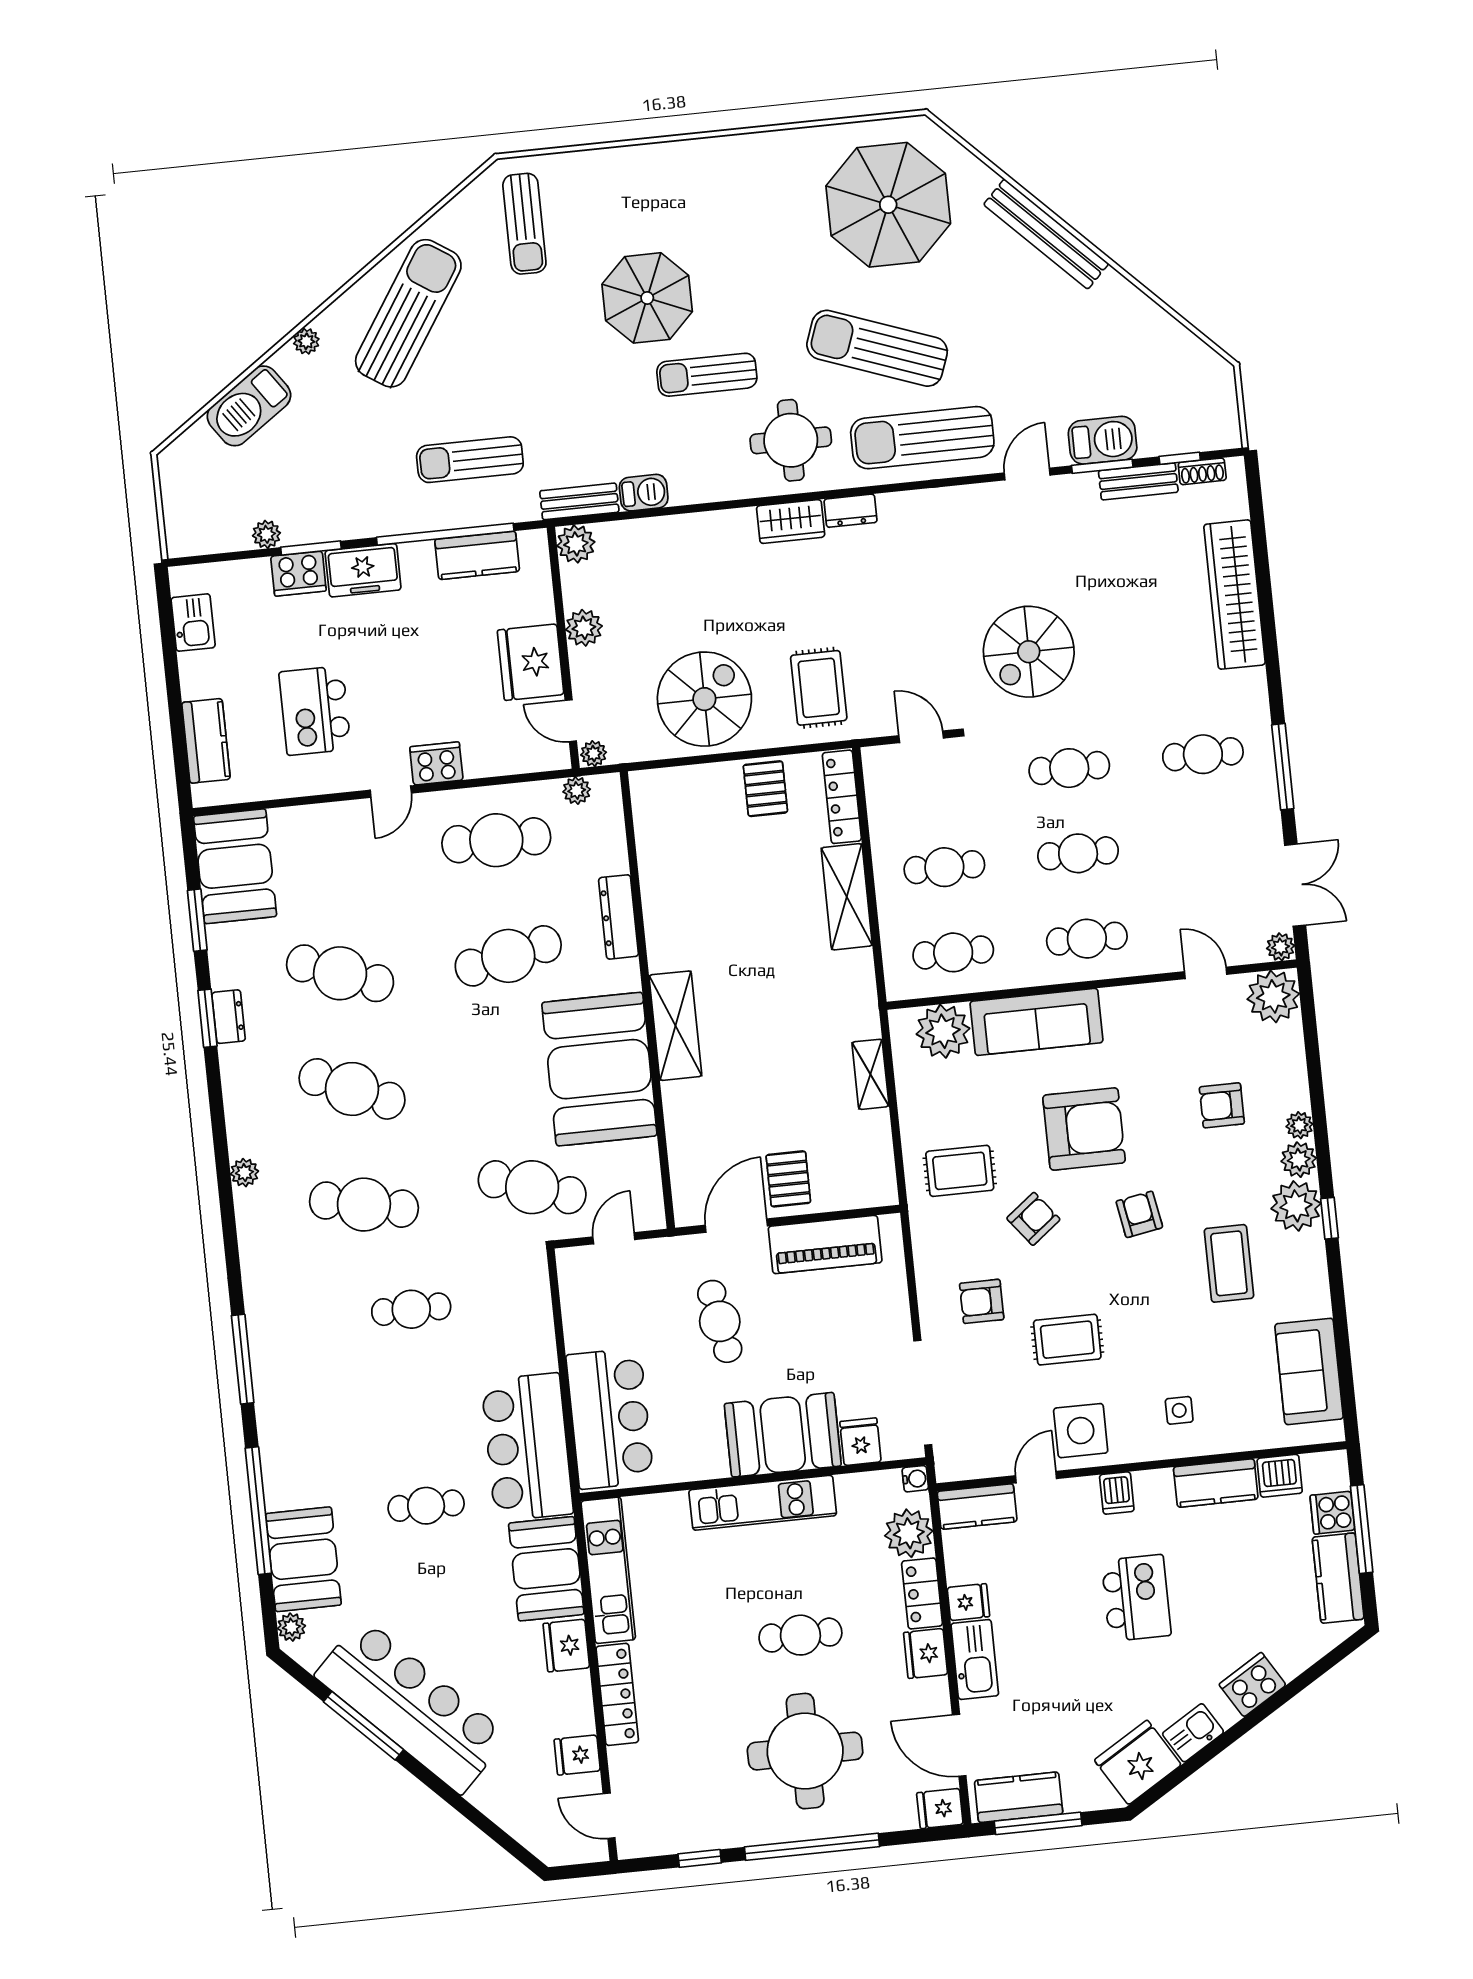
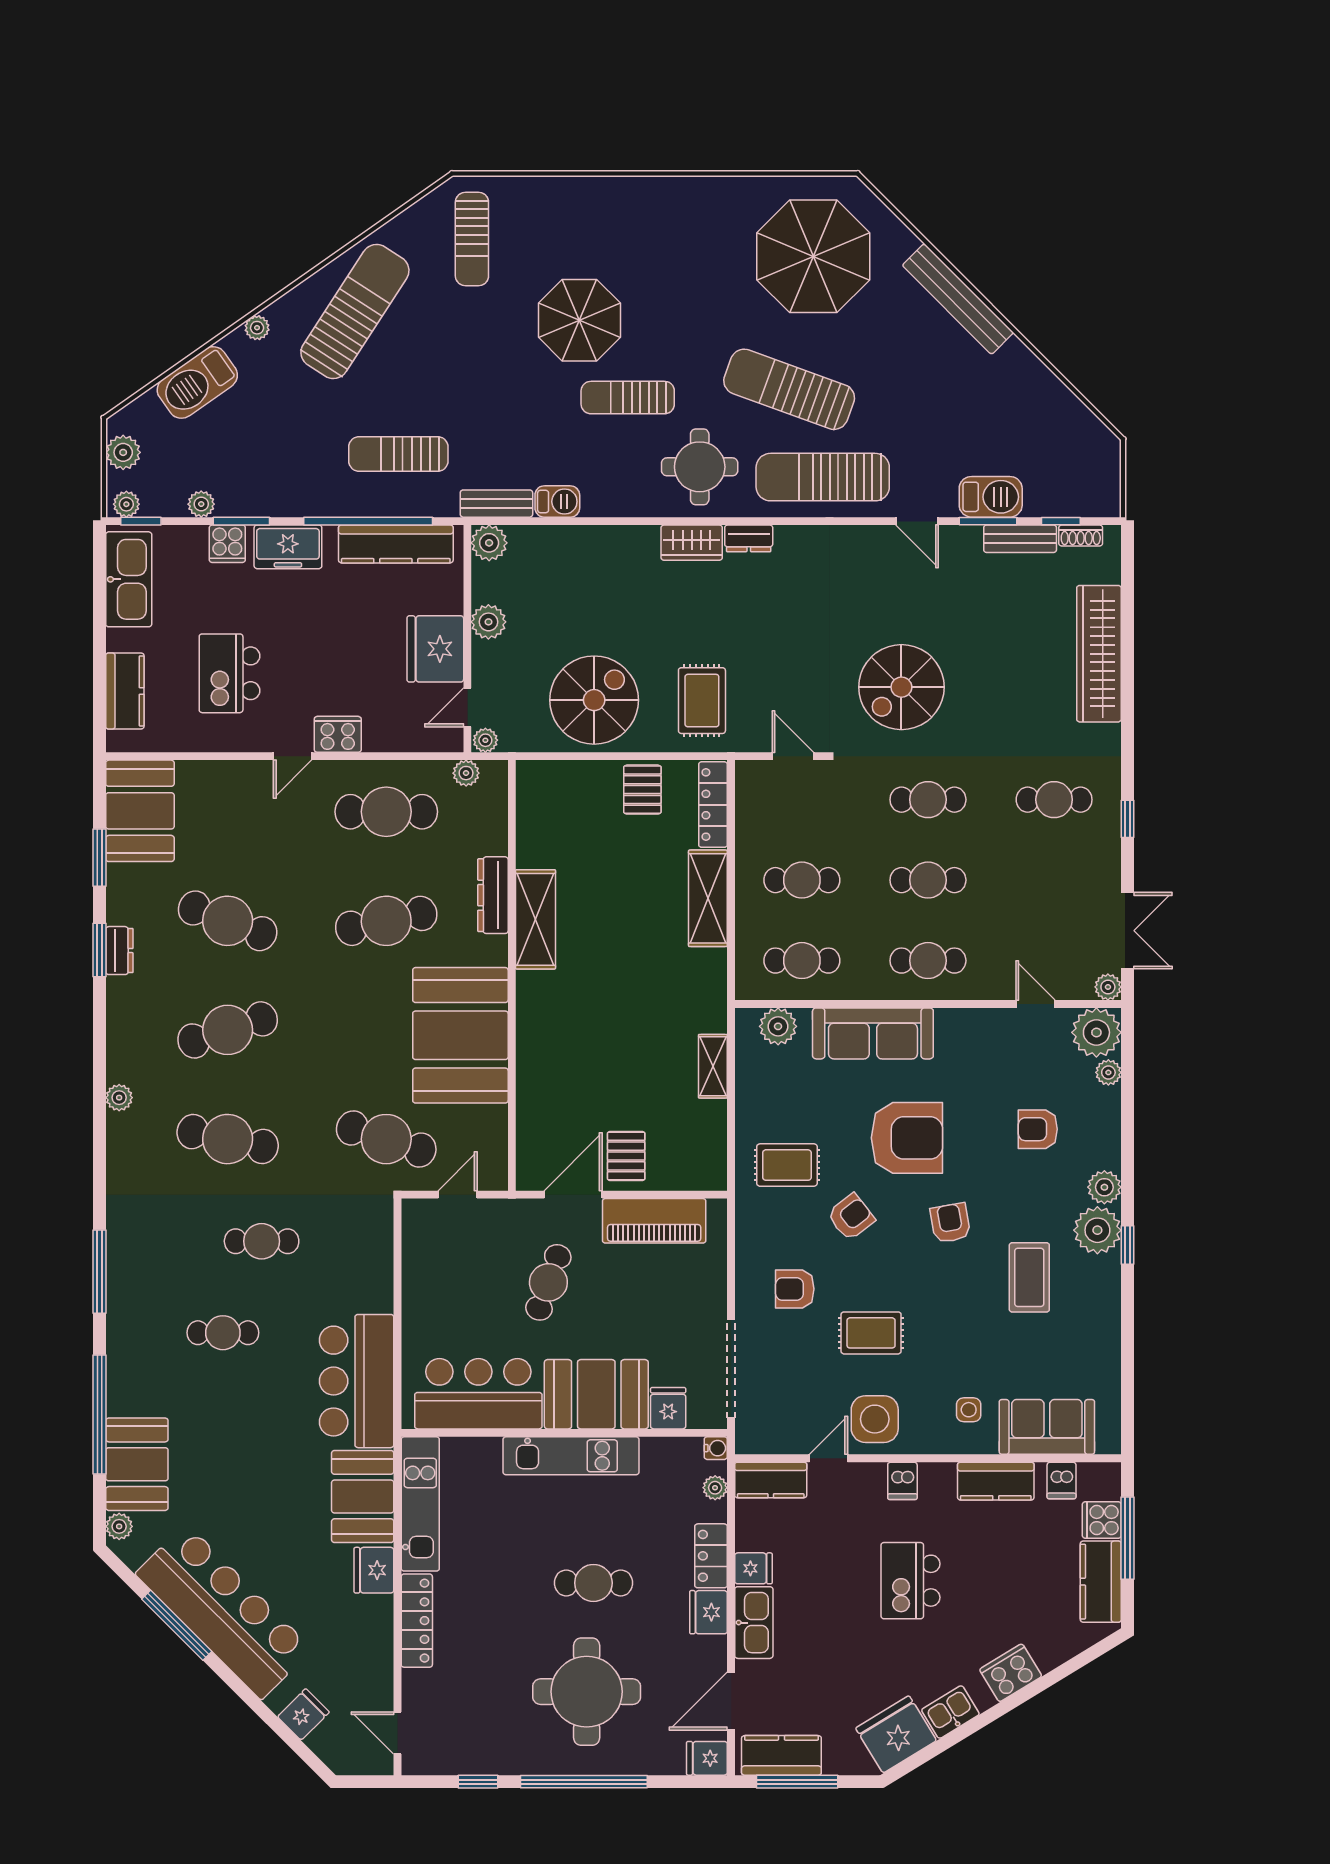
door: (1027, 474) -> (917, 521), swing flipped
plant: (178, 488) -> (123, 452), added
plant: (187, 543) -> (126, 504), added
kitchen counter: (477, 555) -> (396, 544), width x1.50
window: (204, 559) -> (141, 521), added
cooker: (298, 574) -> (227, 544), width x0.73
kitchen sink: (193, 623) -> (129, 579), width x1.88, depth x1.24
door: (571, 721) -> (467, 707), hinge flipped
window: (1283, 767) -> (1127, 819), width x0.46
shelving: (675, 1026) -> (536, 919), moved
plant: (943, 1031) -> (778, 1026), width x0.73, depth x0.73
cafe table: (352, 1089) -> (228, 1030), turned -42
plant: (1299, 1125) -> (1108, 1072), moved
cafe table: (720, 1321) -> (548, 1282), turned 30
sofa: (1309, 1371) -> (1047, 1427), moved, turned 90
bar counter: (610, 1418) -> (478, 1394), moved, turned -90
dishwasher: (1280, 1476) -> (1062, 1480), width x0.73
cafe table: (426, 1506) -> (223, 1333), moved
plant: (909, 1533) -> (715, 1488), width x0.53, depth x0.53
kitchen island: (1136, 1598) -> (910, 1581), turned 180
door: (959, 1745) -> (731, 1701), hinge flipped
fridge: (577, 1755) -> (303, 1714), moved, turned 135

